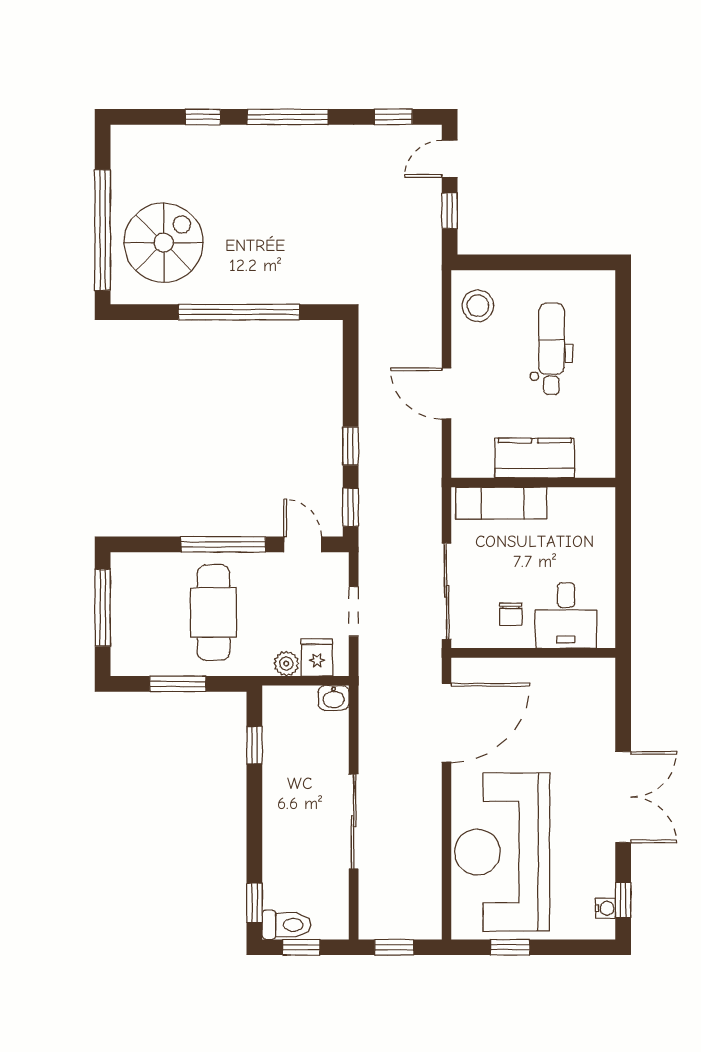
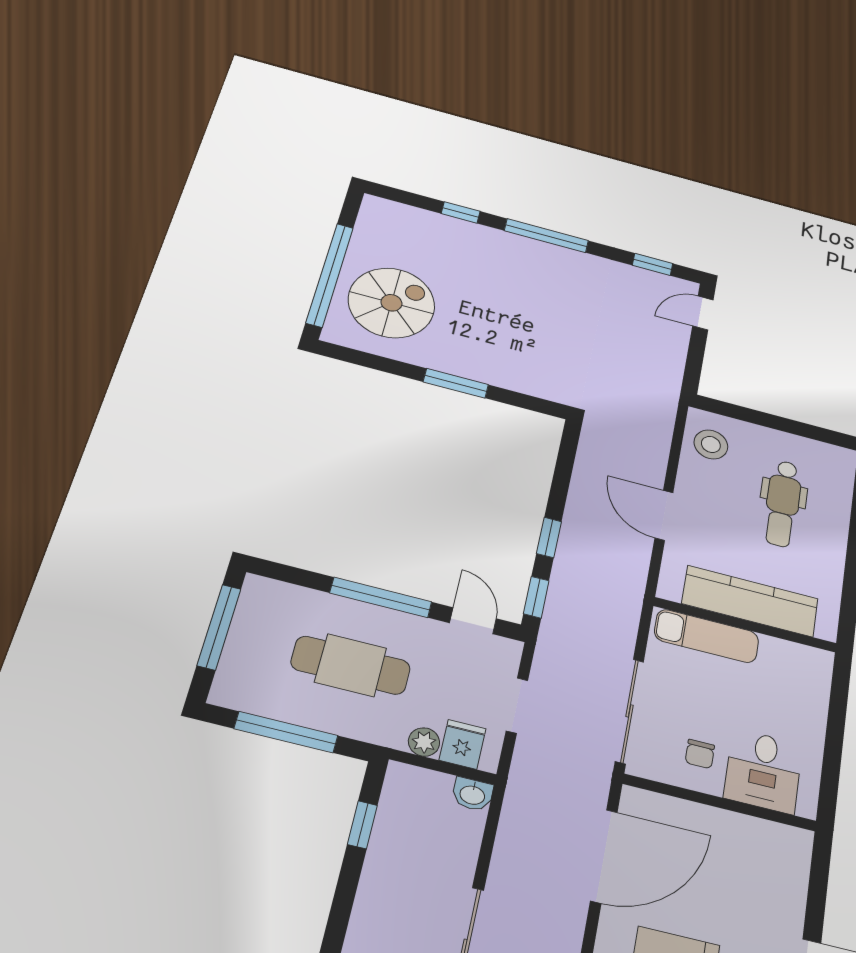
window: (450, 211) -> (695, 356), removed
window: (239, 312) -> (456, 383), width x0.47
dental chair: (551, 349) -> (783, 503), turned 180
kitchen counter: (535, 458) -> (750, 601), width x1.50
cafe table: (214, 612) -> (351, 665), turned 90
window: (178, 684) -> (286, 732), width x1.44

